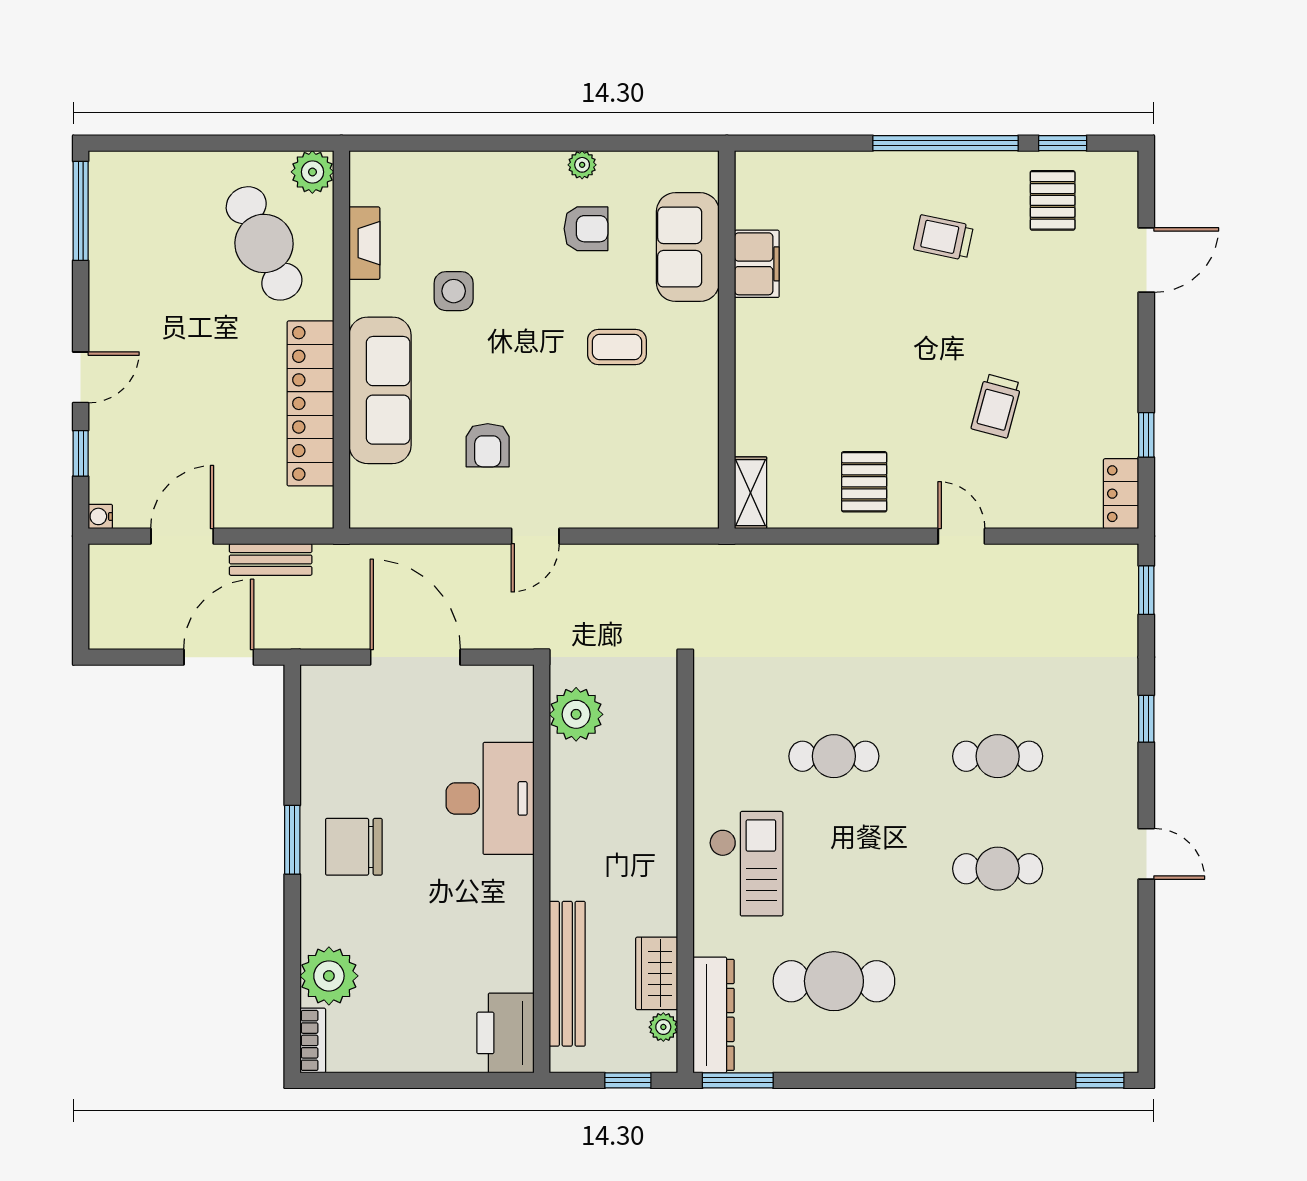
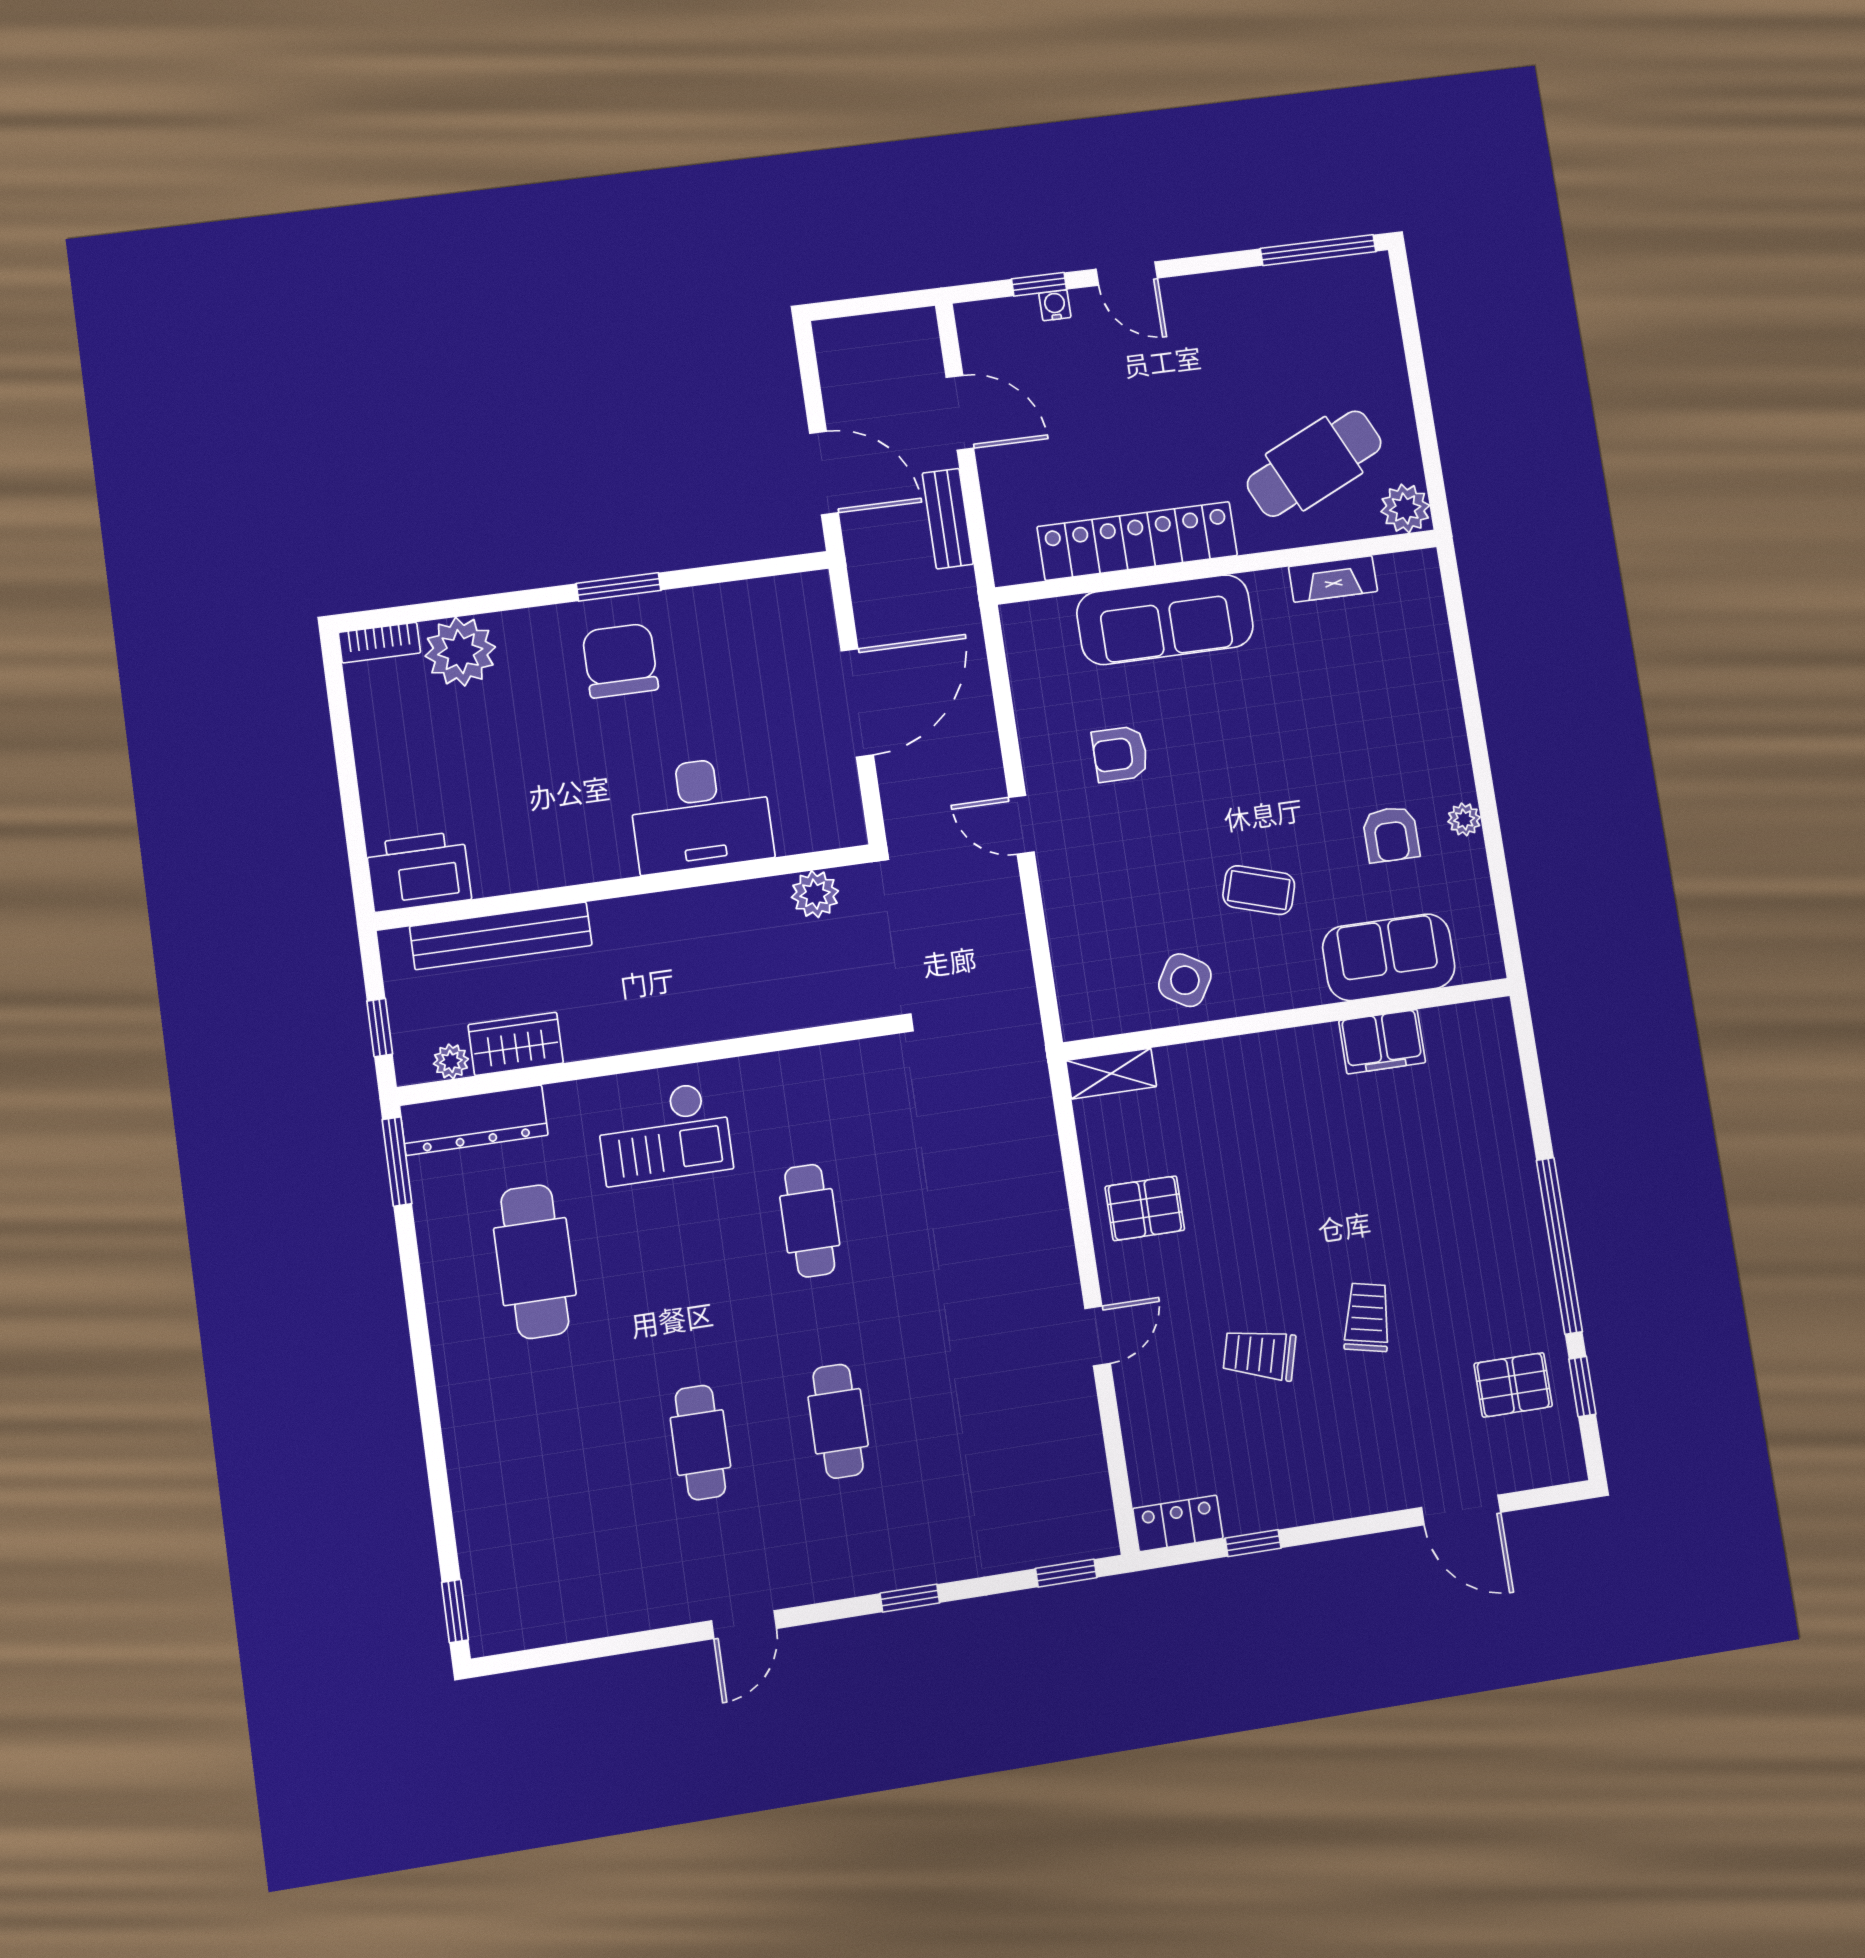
trolley: (943, 238) -> (1367, 1317), moved
side table: (454, 291) -> (1185, 980), moved, turned 31
coffee table: (617, 347) -> (1259, 890), turned -73
water cooler: (100, 516) -> (1055, 305), moved
plant: (576, 714) -> (815, 894), width x0.73, depth x0.73

